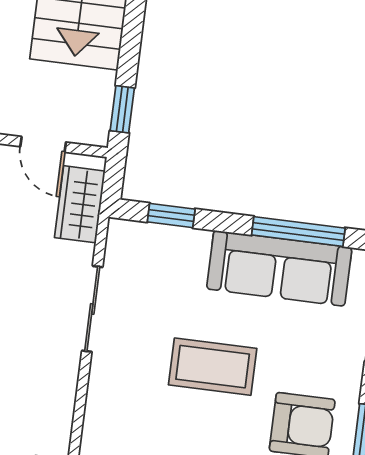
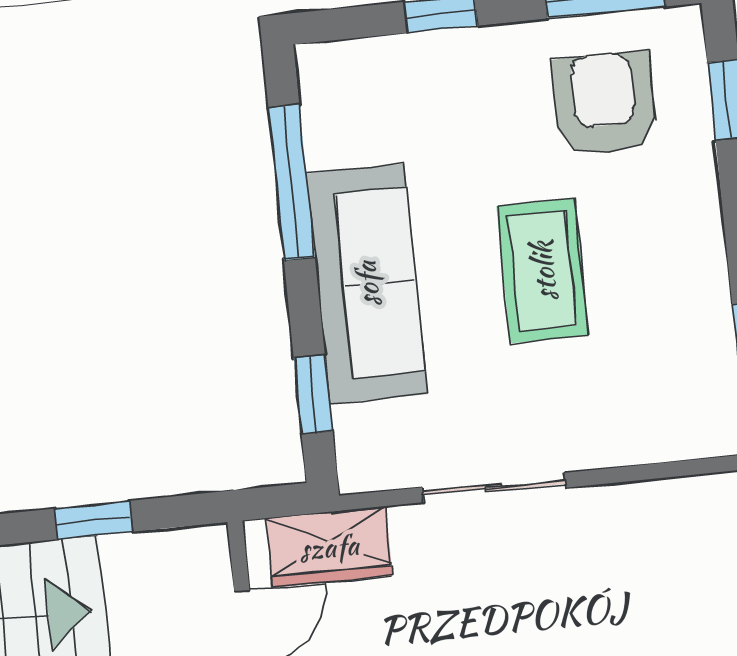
window: (122, 109) -> (94, 520), moved
sofa: (279, 268) -> (367, 284), moved

